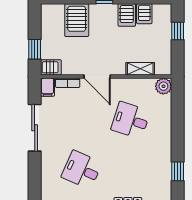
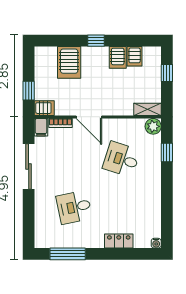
shelving: (140, 69) -> (147, 109), moved
desk: (82, 170) -> (74, 207), turned -36
window: (178, 171) -> (167, 153), moved

